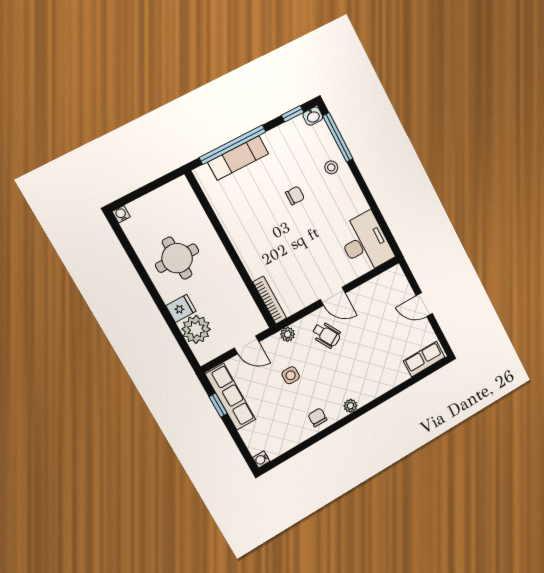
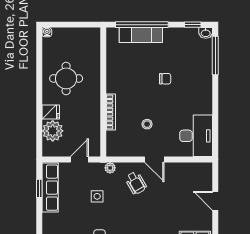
stool: (331, 167) -> (147, 124), moved
bookcase: (270, 300) -> (111, 112), moved
door: (247, 345) -> (79, 159), swing flipped

